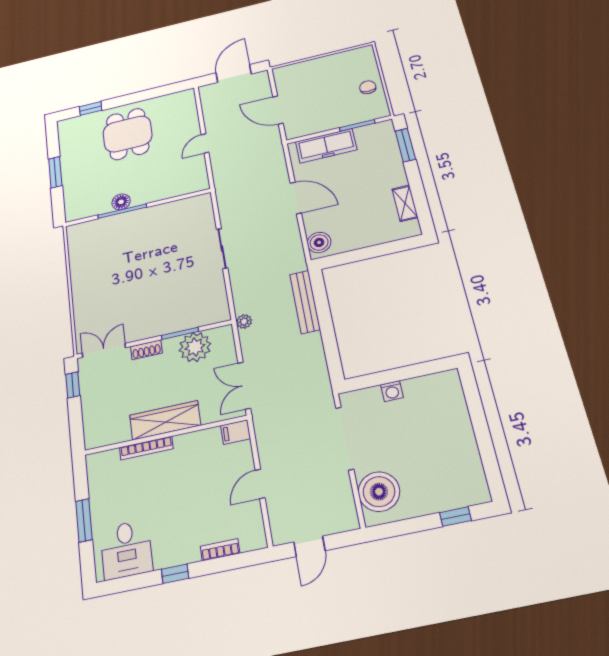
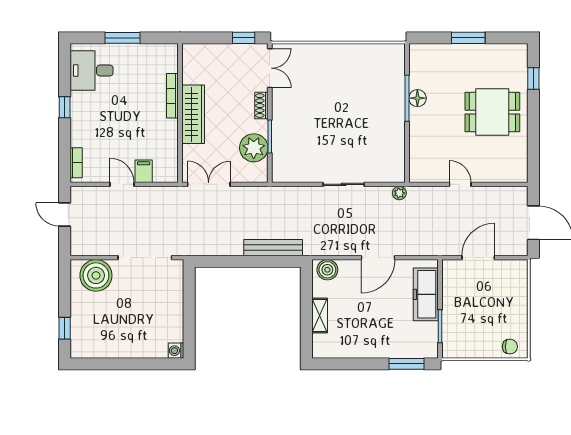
chair: (368, 87) -> (510, 347), moved
shelving: (405, 203) -> (320, 316), moved, turned 90
plant: (244, 321) -> (399, 193), moved
washing machine: (392, 391) -> (176, 351), moved
filing cabinet: (236, 432) -> (144, 171), moved
bookcase: (220, 550) -> (76, 163), moved

